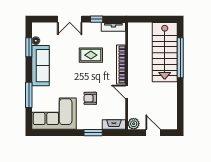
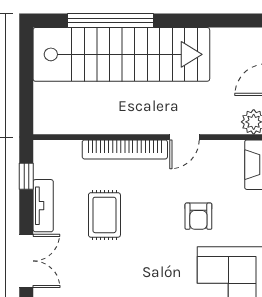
window: (97, 19) -> (26, 176), moved
tv unit: (113, 27) -> (43, 206), moved
stairs: (165, 52) -> (121, 54), width x1.36

